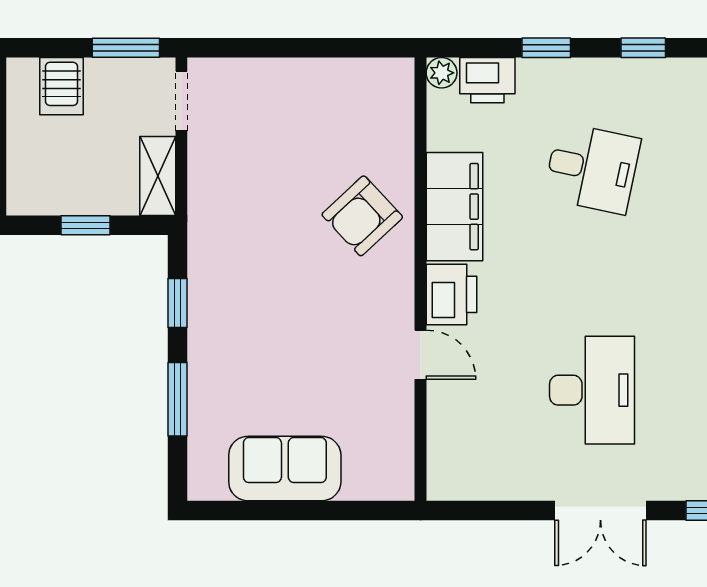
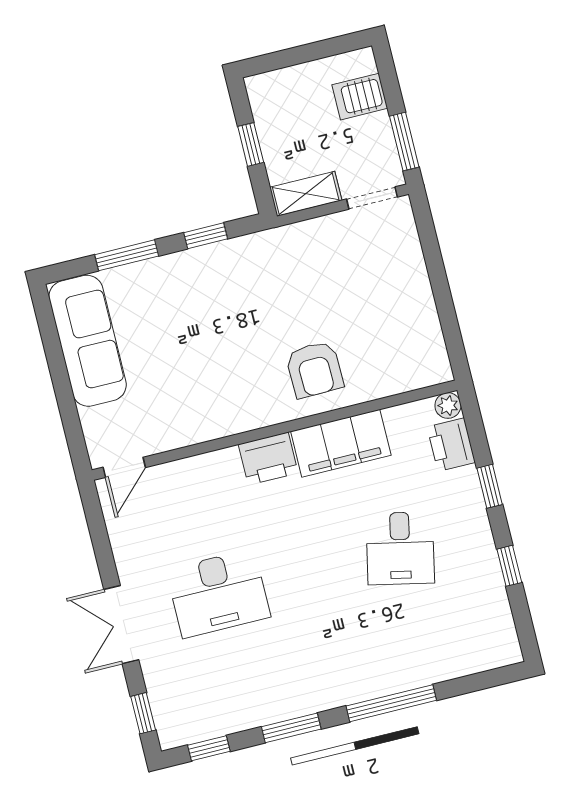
armchair: (362, 216) -> (315, 370), turned -138
door: (420, 355) -> (124, 467), moved
sofa: (285, 468) -> (88, 341), width x1.36

